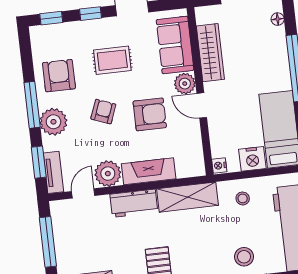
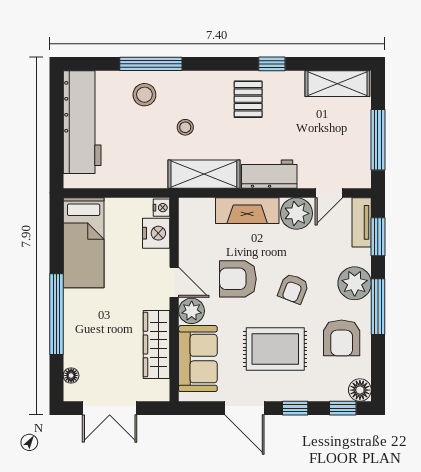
floor lamp: (39, 35) -> (360, 390), added
rug: (112, 60) -> (275, 349), width x1.36, depth x1.43
nightstand: (252, 159) -> (156, 233), moved, turned 90
stool: (243, 198) -> (185, 127), moved

